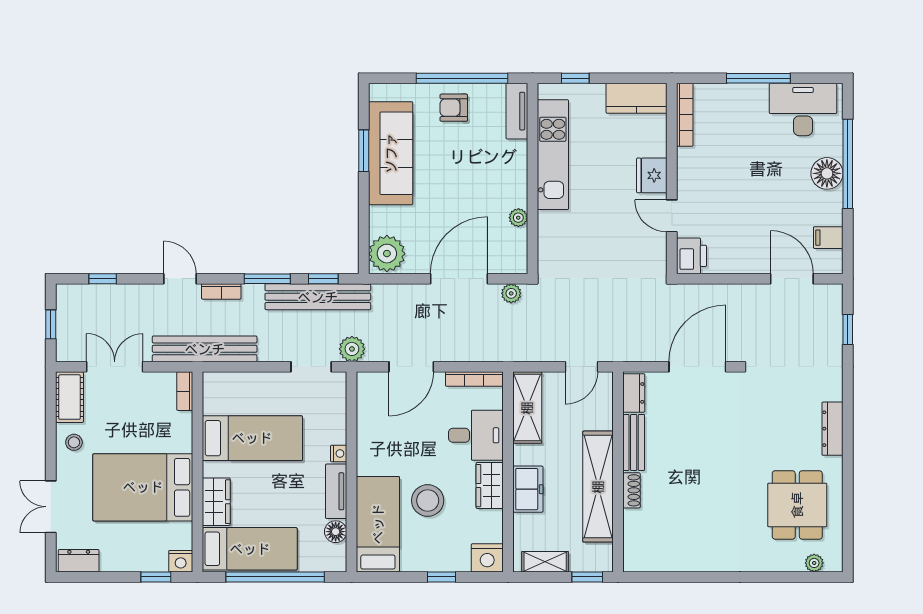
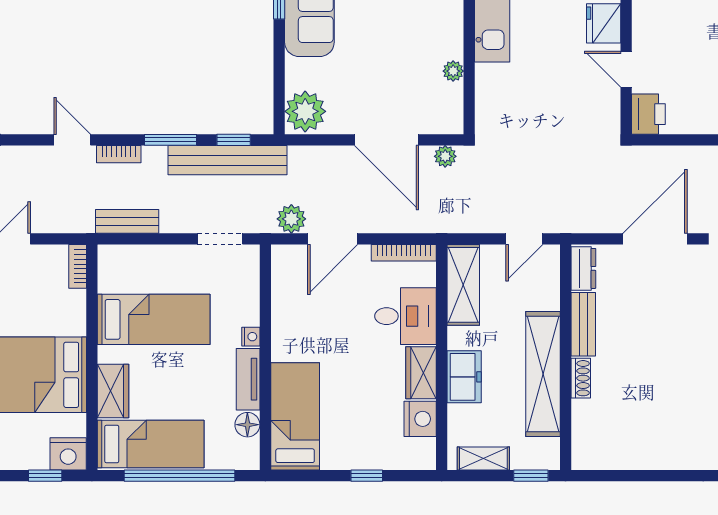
door: (459, 279) -> (386, 140), swing flipped
bench: (205, 349) -> (127, 221), width x0.54, depth x0.82
plant: (352, 349) -> (291, 219), moved
stool: (428, 500) -> (351, 390), removed
nightstand: (487, 558) -> (420, 419), moved, turned -90
nightstand: (181, 561) -> (68, 454), width x1.36, depth x1.33

